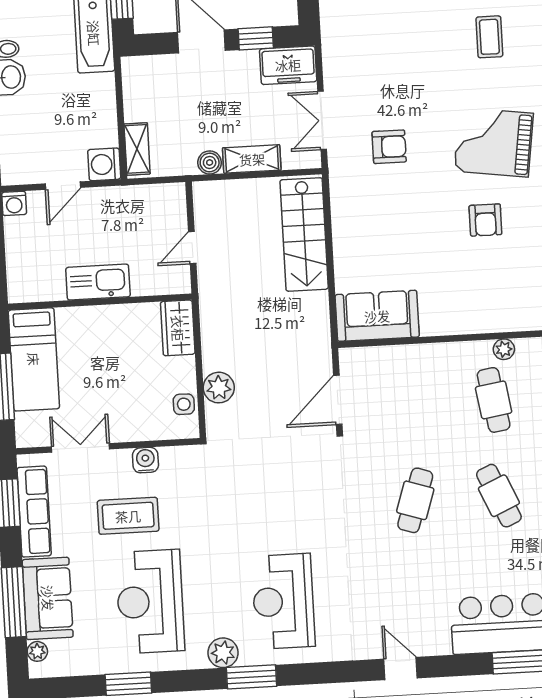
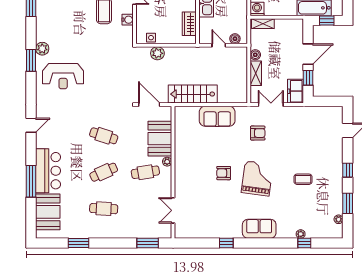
armchair: (389, 147) -> (258, 133), turned -90
boiler: (175, 211) -> (235, 39), added
stairs: (304, 234) -> (193, 94), moved
sofa: (377, 316) -> (217, 116), moved, turned 90
wardrobe: (178, 328) -> (189, 24), moved, turned -90
plant: (504, 349) -> (167, 162), moved
booth: (415, 371) -> (160, 139), added
reception desk: (283, 601) -> (63, 76), turned 180
reception desk: (150, 602) -> (66, 18), removed

